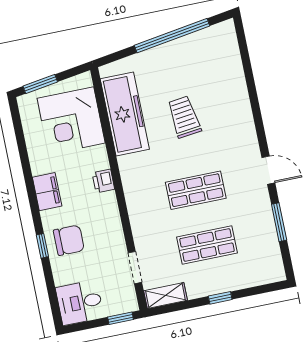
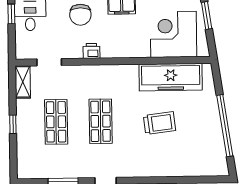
printer: (103, 181) -> (91, 51), moved
window: (121, 318) -> (11, 14), moved

